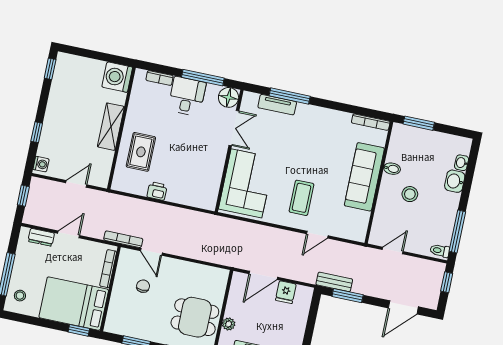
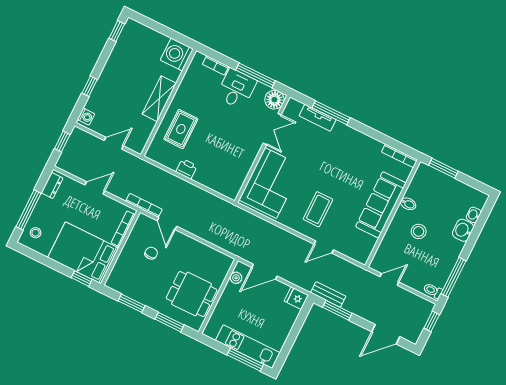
dresser: (41, 237) -> (52, 185), moved, turned -90
fridge: (286, 292) -> (296, 298), moved, turned 90
plant: (229, 324) -> (236, 278), moved

